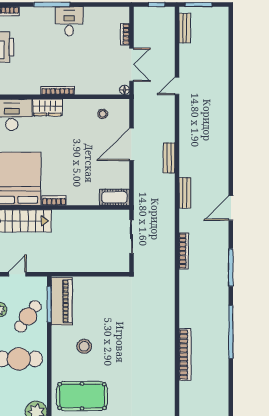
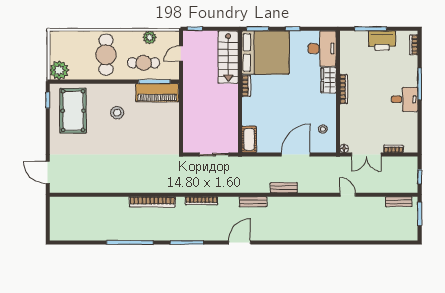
door: (131, 144) -> (296, 155), hinge flipped
door: (231, 208) -> (240, 242), hinge flipped
door: (17, 274) -> (181, 53), swing flipped
cafe table: (28, 316) -> (144, 63), turned -36
bookcase: (185, 355) -> (152, 202), moved

